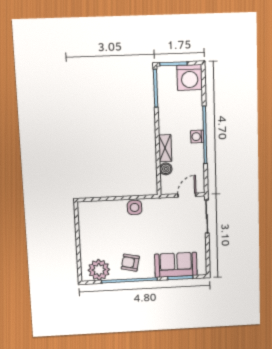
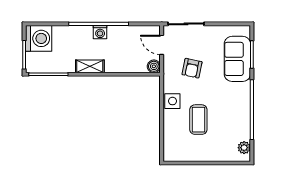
shelving: (165, 148) -> (90, 66), moved
boiler: (166, 169) -> (154, 66), moved
coffee table: (118, 232) -> (198, 120), added
armchair: (130, 263) -> (192, 68), moved
plant: (99, 270) -> (244, 148), width x0.53, depth x0.53

